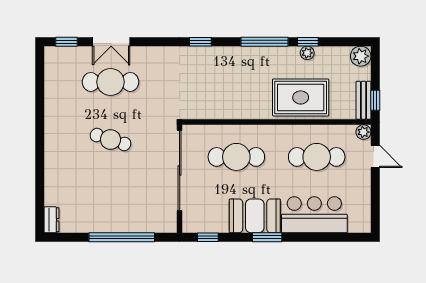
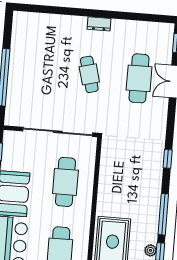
cafe table: (111, 139) -> (89, 74), turned -33
dresser: (52, 220) -> (99, 24), moved

